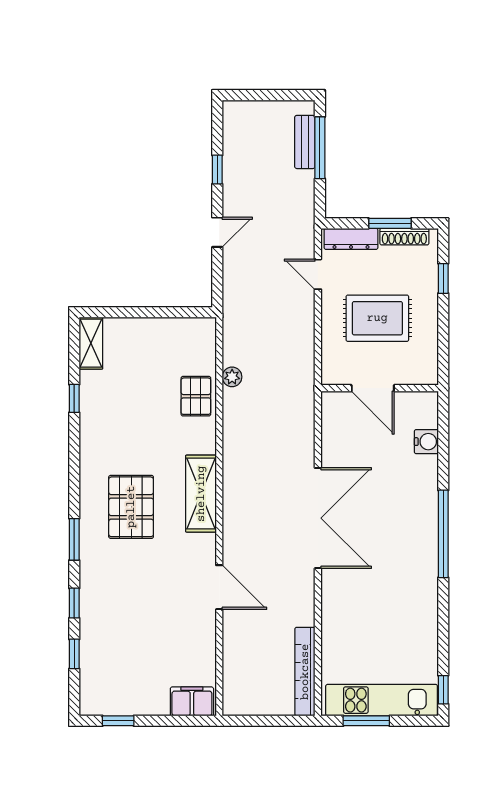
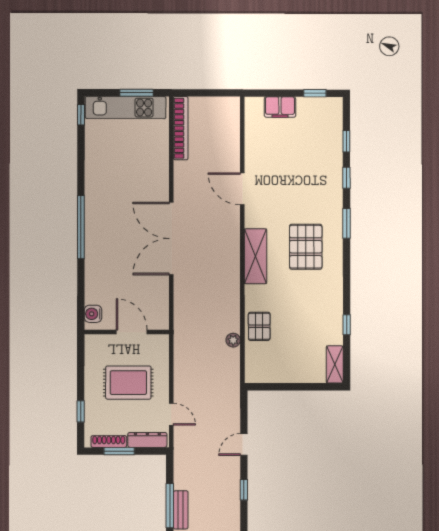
water cooler: (426, 442) -> (93, 314), moved
filing cabinet: (192, 701) -> (280, 107), moved

